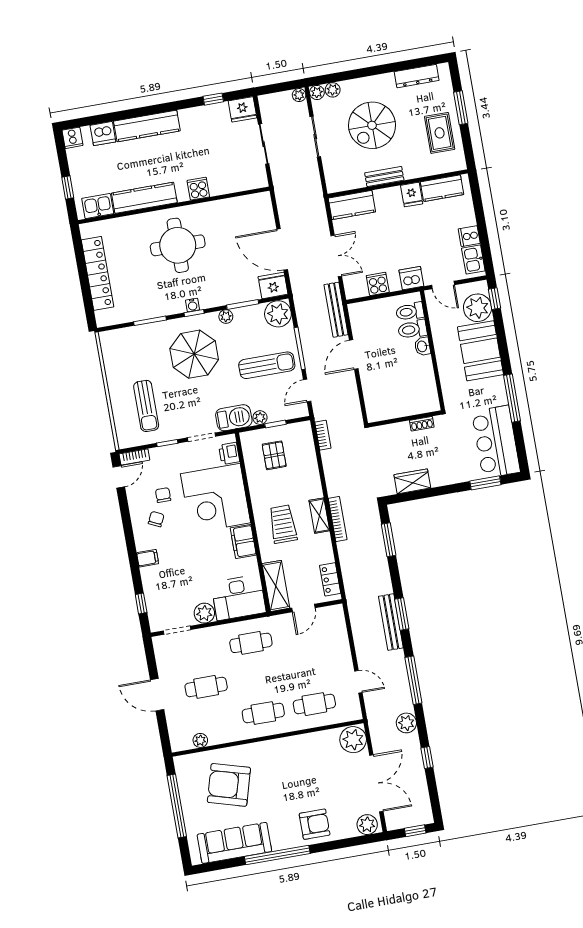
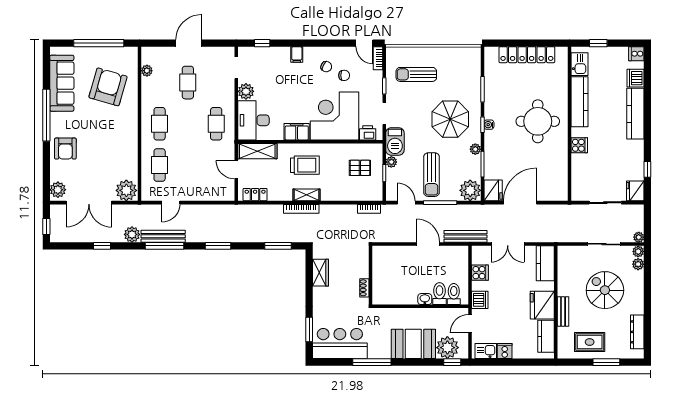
bench: (384, 177) -> (563, 312), moved
fridge: (412, 195) -> (542, 305), width x1.88, depth x1.34
bench: (391, 622) -> (163, 236), moved

